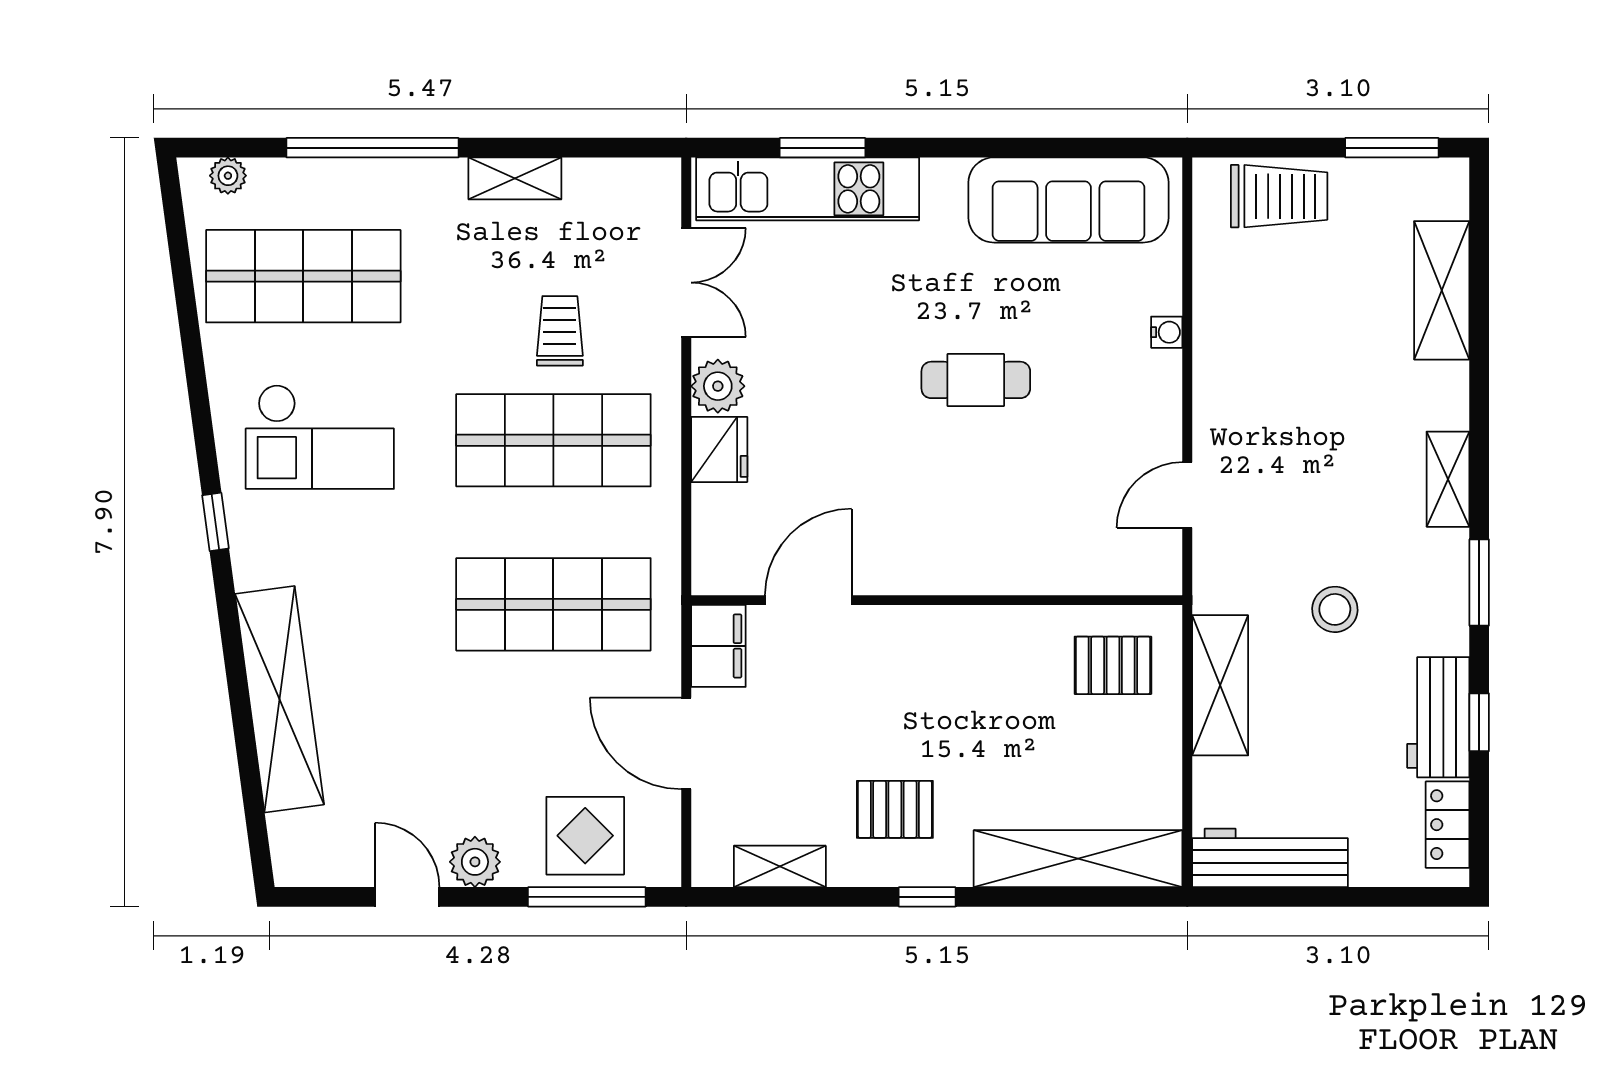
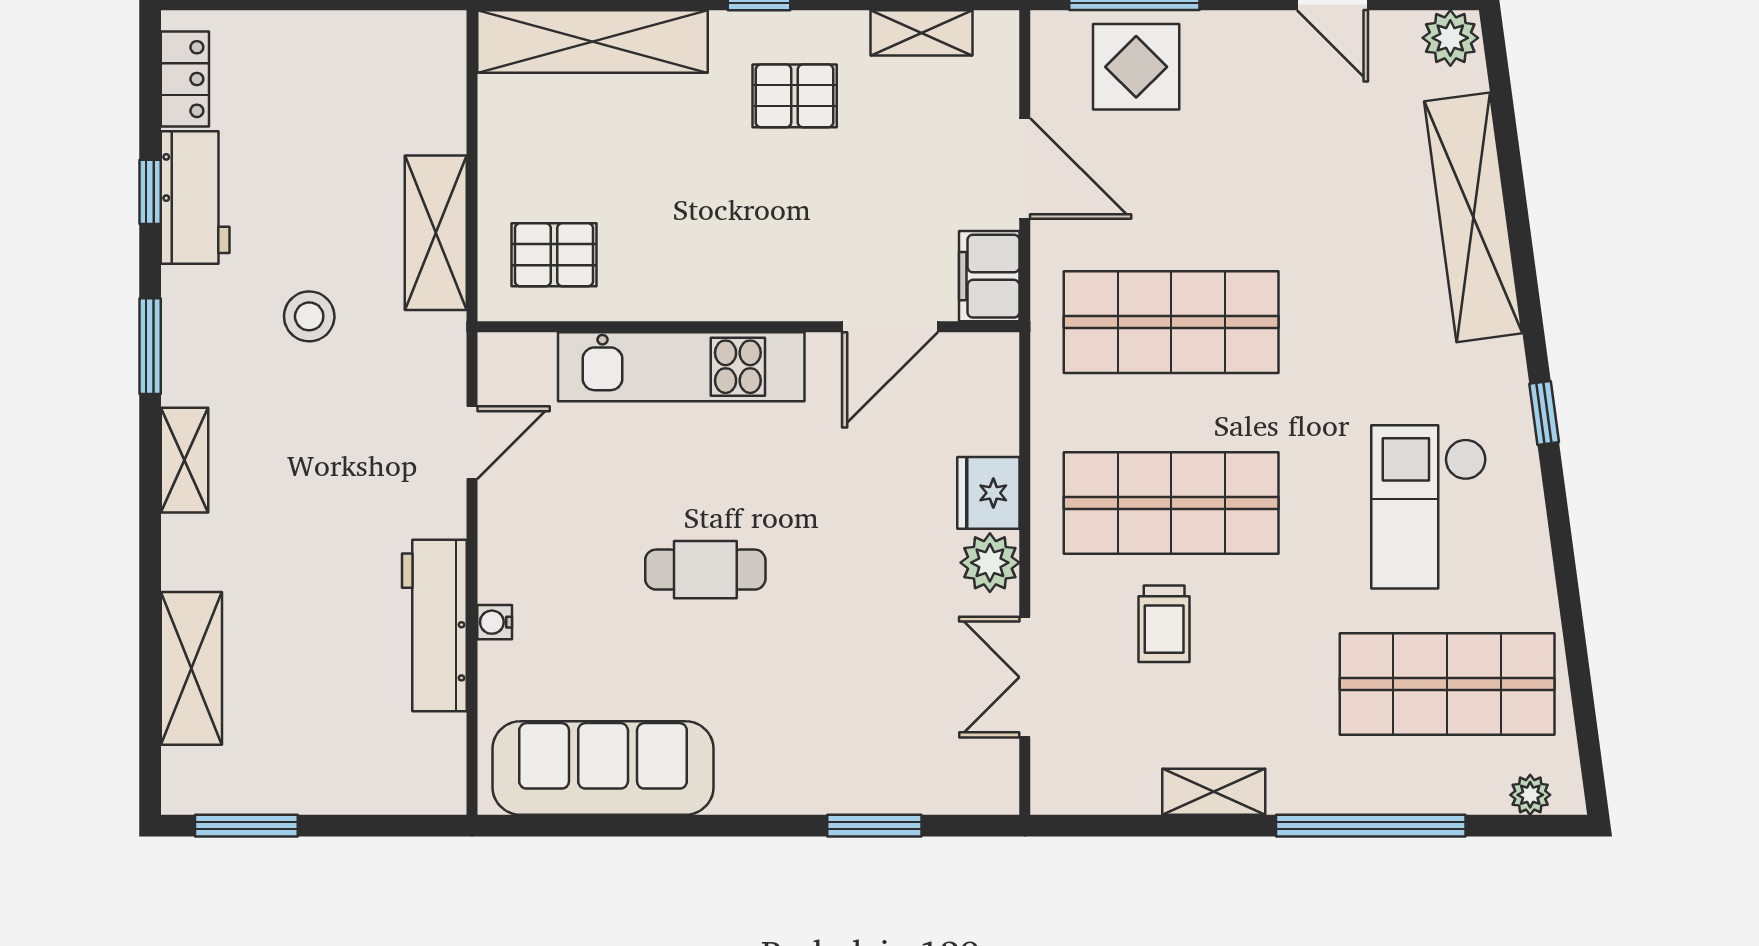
kitchen unit: (808, 189) -> (681, 367), moved, turned 180
trolley: (1279, 196) -> (371, 772), removed
checkout: (320, 437) -> (1429, 507), turned -90
workbench: (1270, 858) -> (434, 626), moved, turned 90
plant: (475, 862) -> (1450, 38), moved

